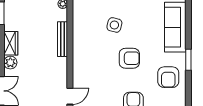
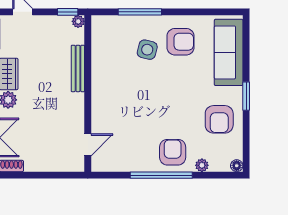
armchair: (129, 58) -> (181, 42), moved

